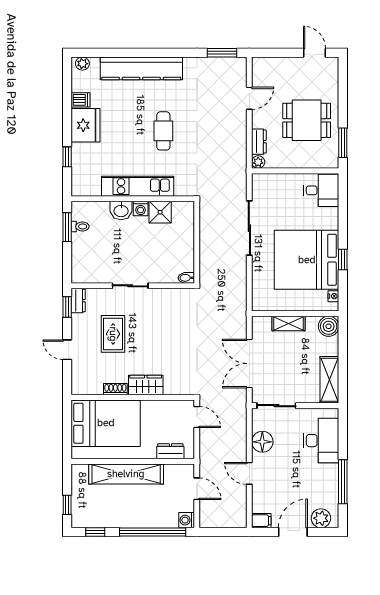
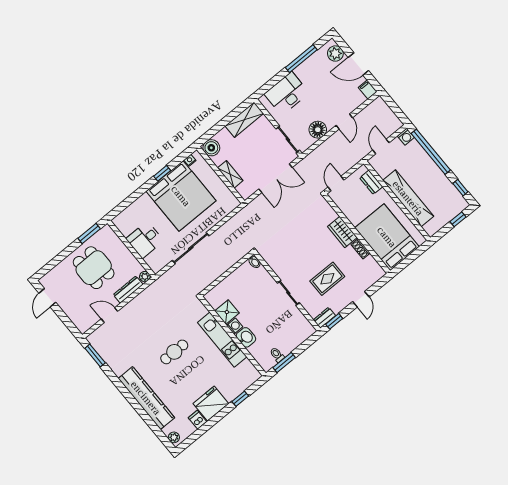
dresser: (259, 142) -> (128, 290), width x1.44
desk: (321, 190) -> (145, 240), moved, turned -90

